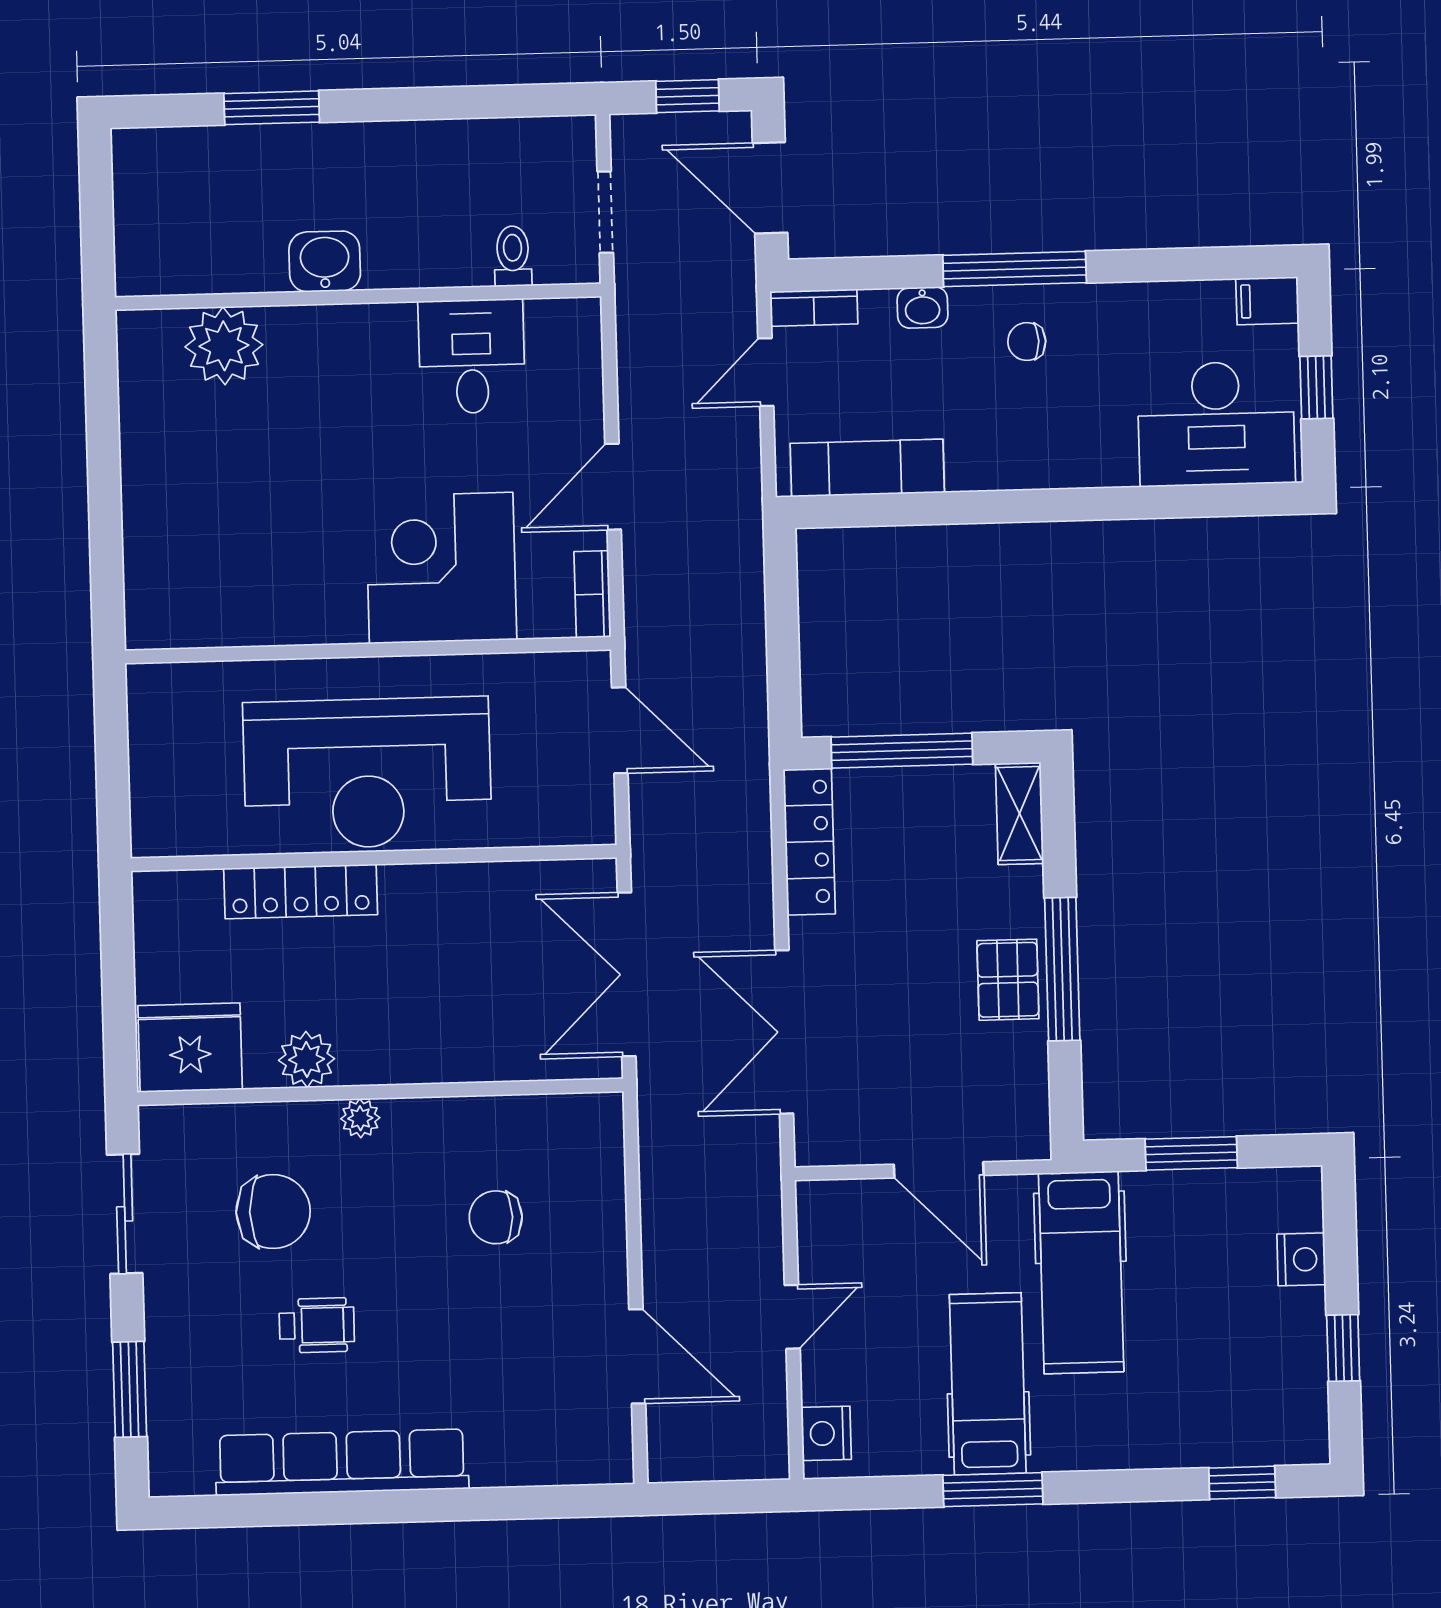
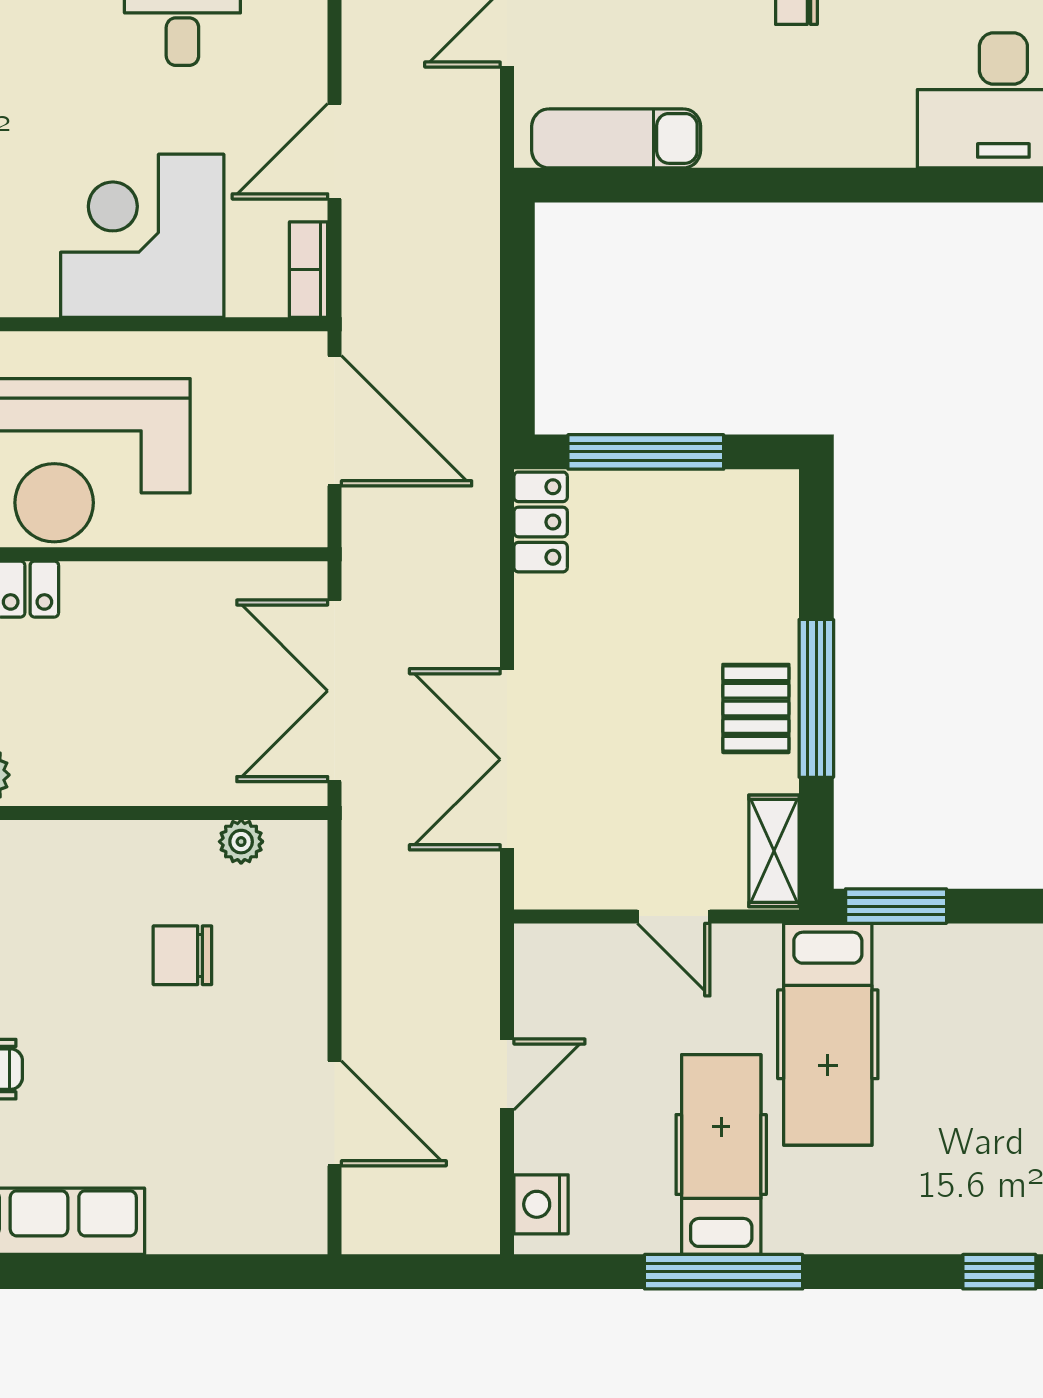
door: (620, 730) -> (335, 421), width x1.36
shelving: (1020, 813) -> (774, 851), moved
locker: (809, 842) -> (541, 522), width x0.66
plant: (360, 1118) -> (241, 842), moved
window: (1191, 1153) -> (896, 906), moved
door: (939, 1170) -> (674, 916), width x0.73
window: (993, 1490) -> (724, 1272), width x1.44

